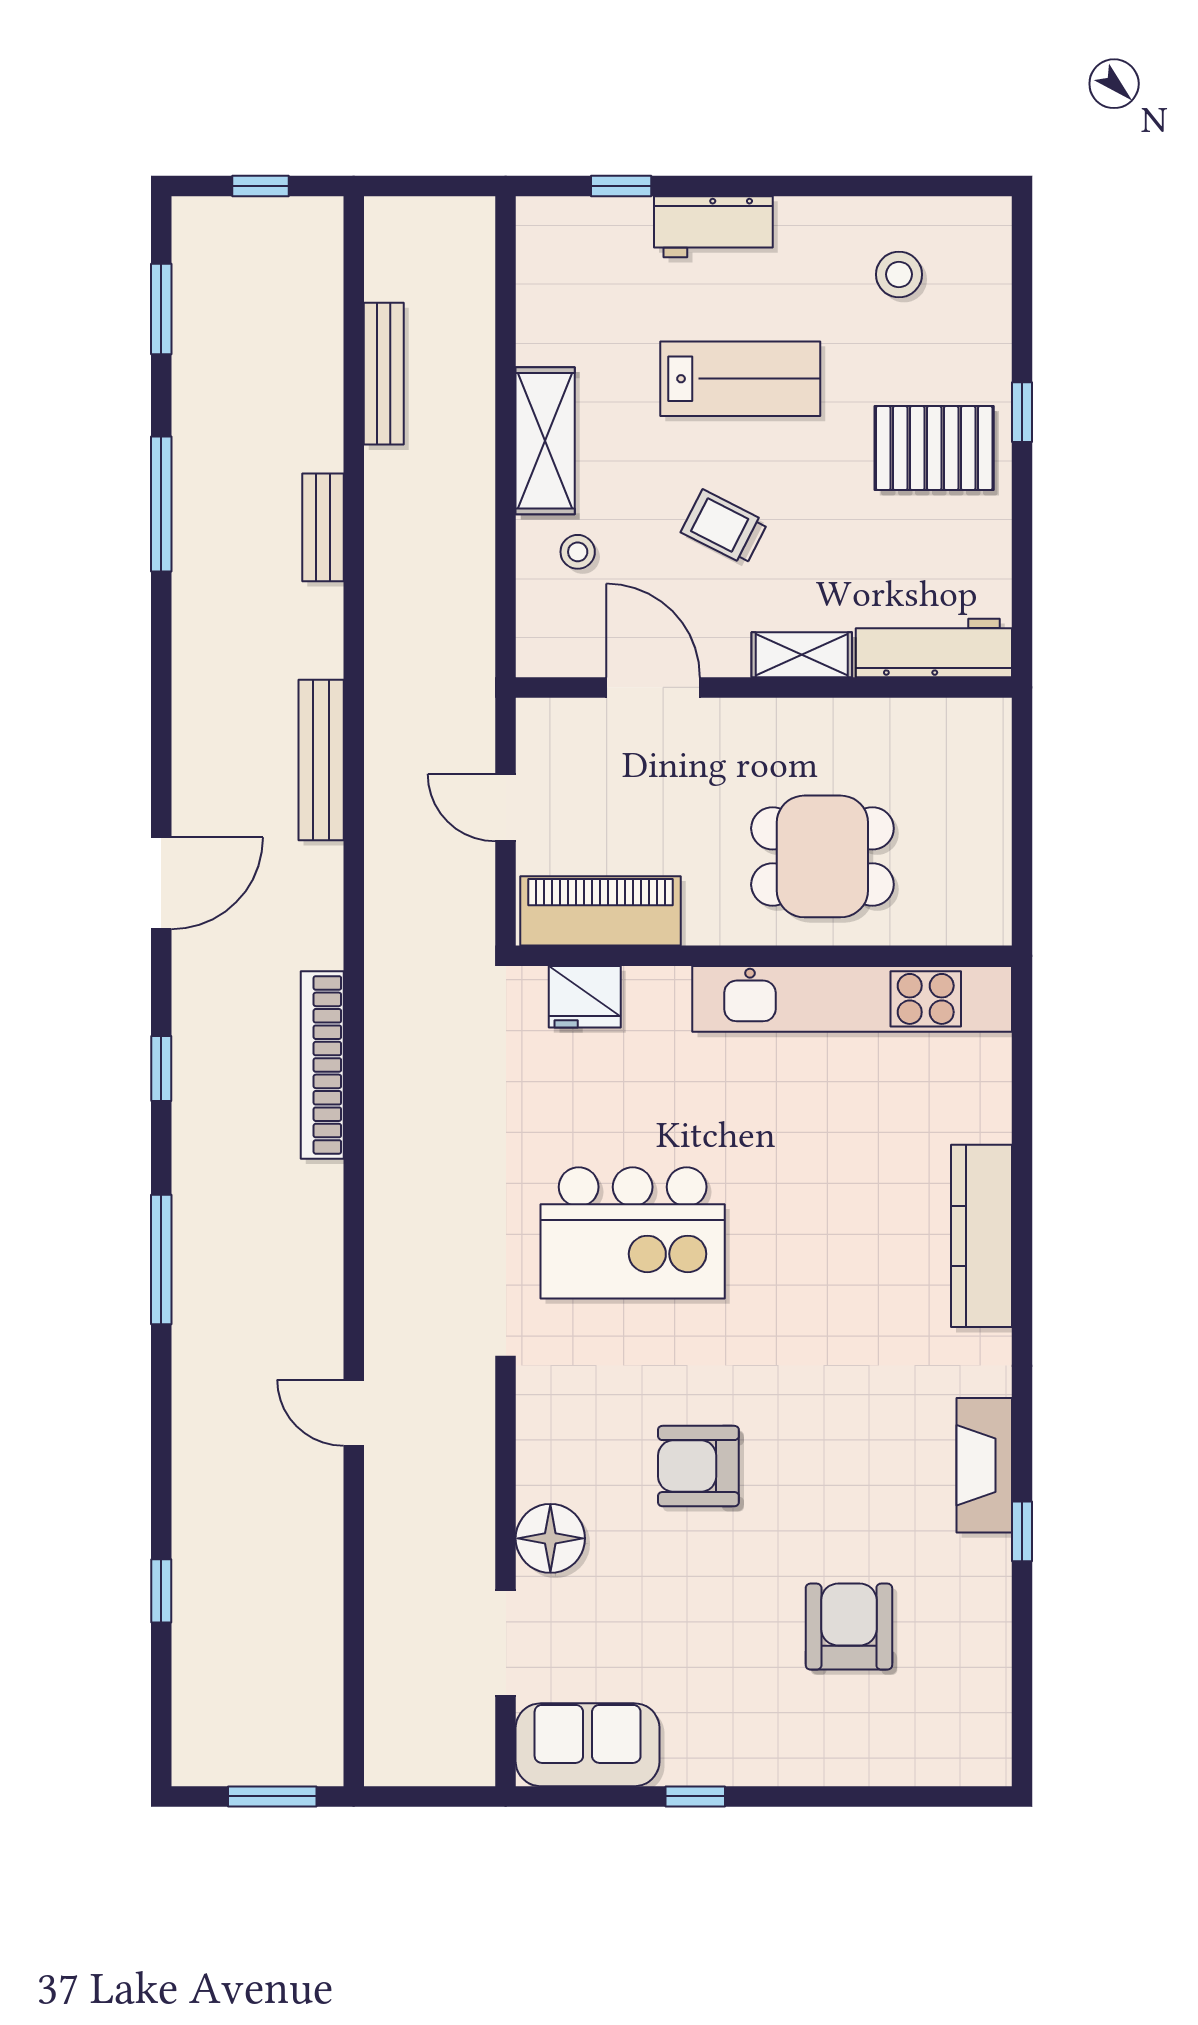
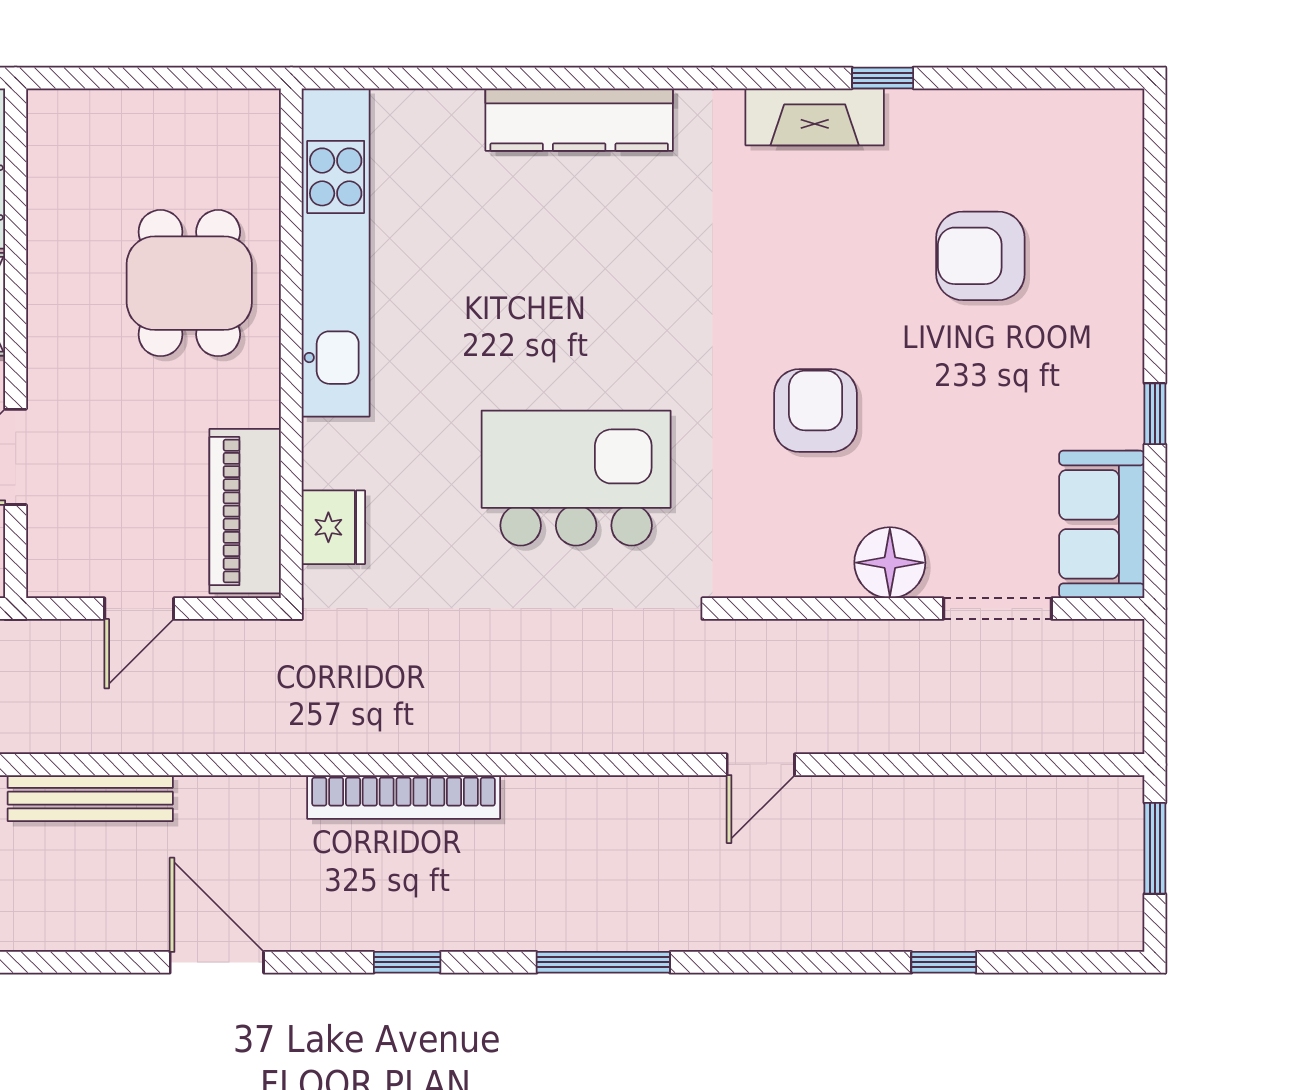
kitchen island: (633, 1233) -> (576, 478), turned -90
armchair: (698, 1466) -> (815, 410), turned 180

